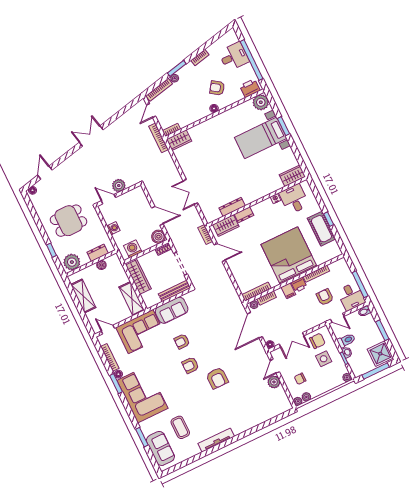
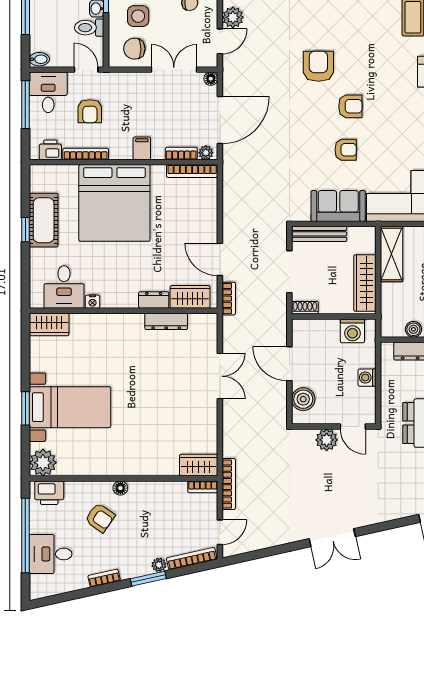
boiler: (158, 237) -> (303, 399), moved
printer: (299, 285) -> (50, 150), moved

